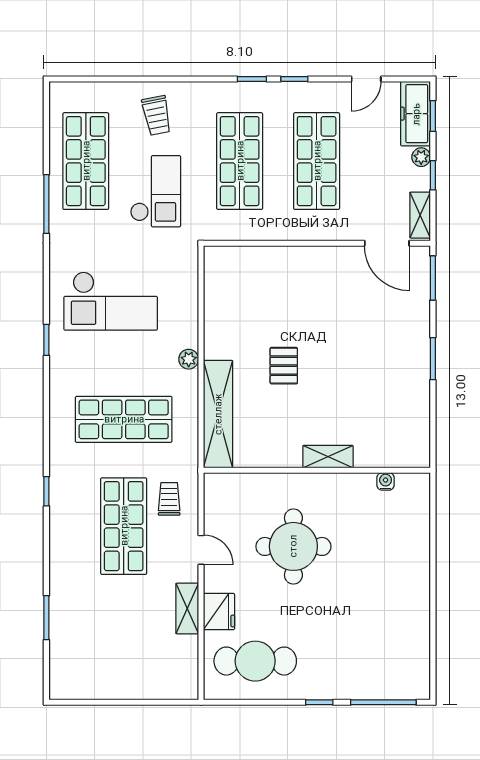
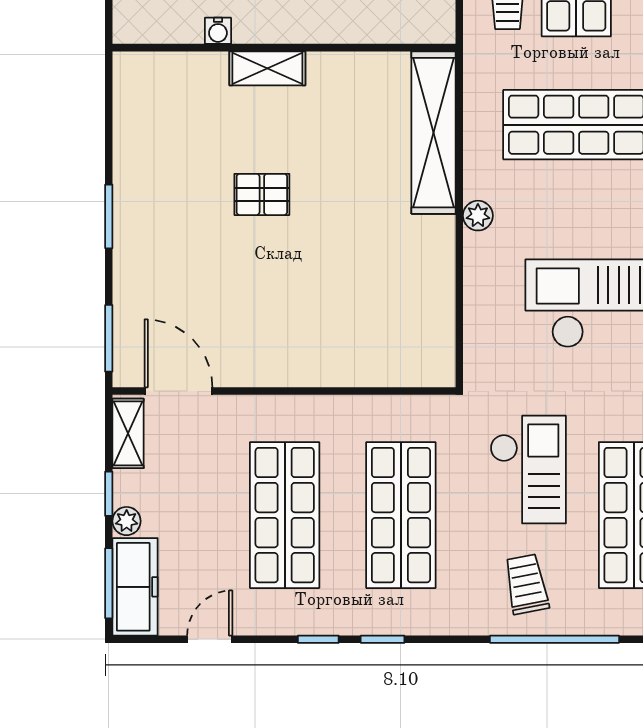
window: (138, 79) -> (555, 639), added
window: (433, 116) -> (109, 583), width x1.50
checkout: (155, 191) -> (528, 470), turned 180
pallet: (284, 366) -> (262, 194), moved, turned 90
water cooler: (386, 481) -> (218, 31), moved

